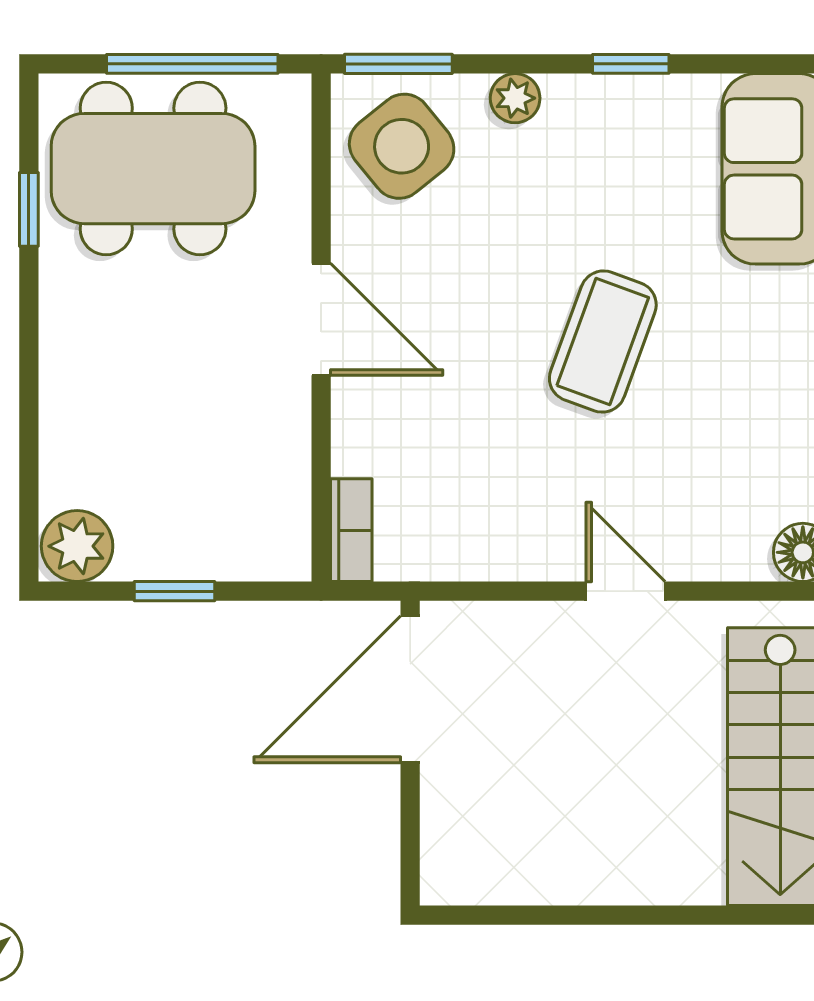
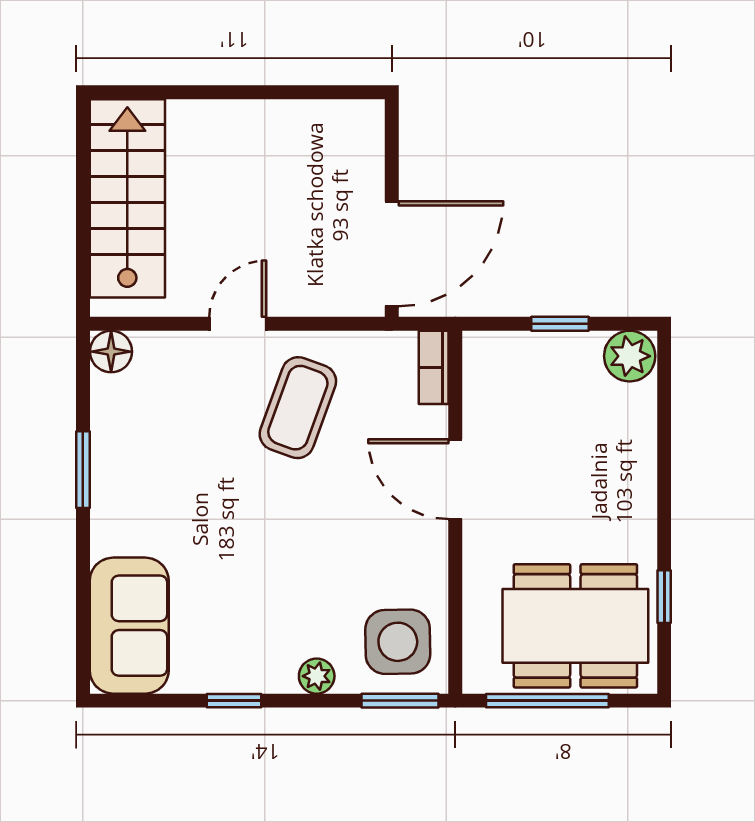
side table: (402, 146) -> (398, 642), turned 38
door: (321, 319) -> (455, 479), moved
coffee table: (603, 342) -> (298, 408), moved
door: (626, 591) -> (238, 324), swing flipped

